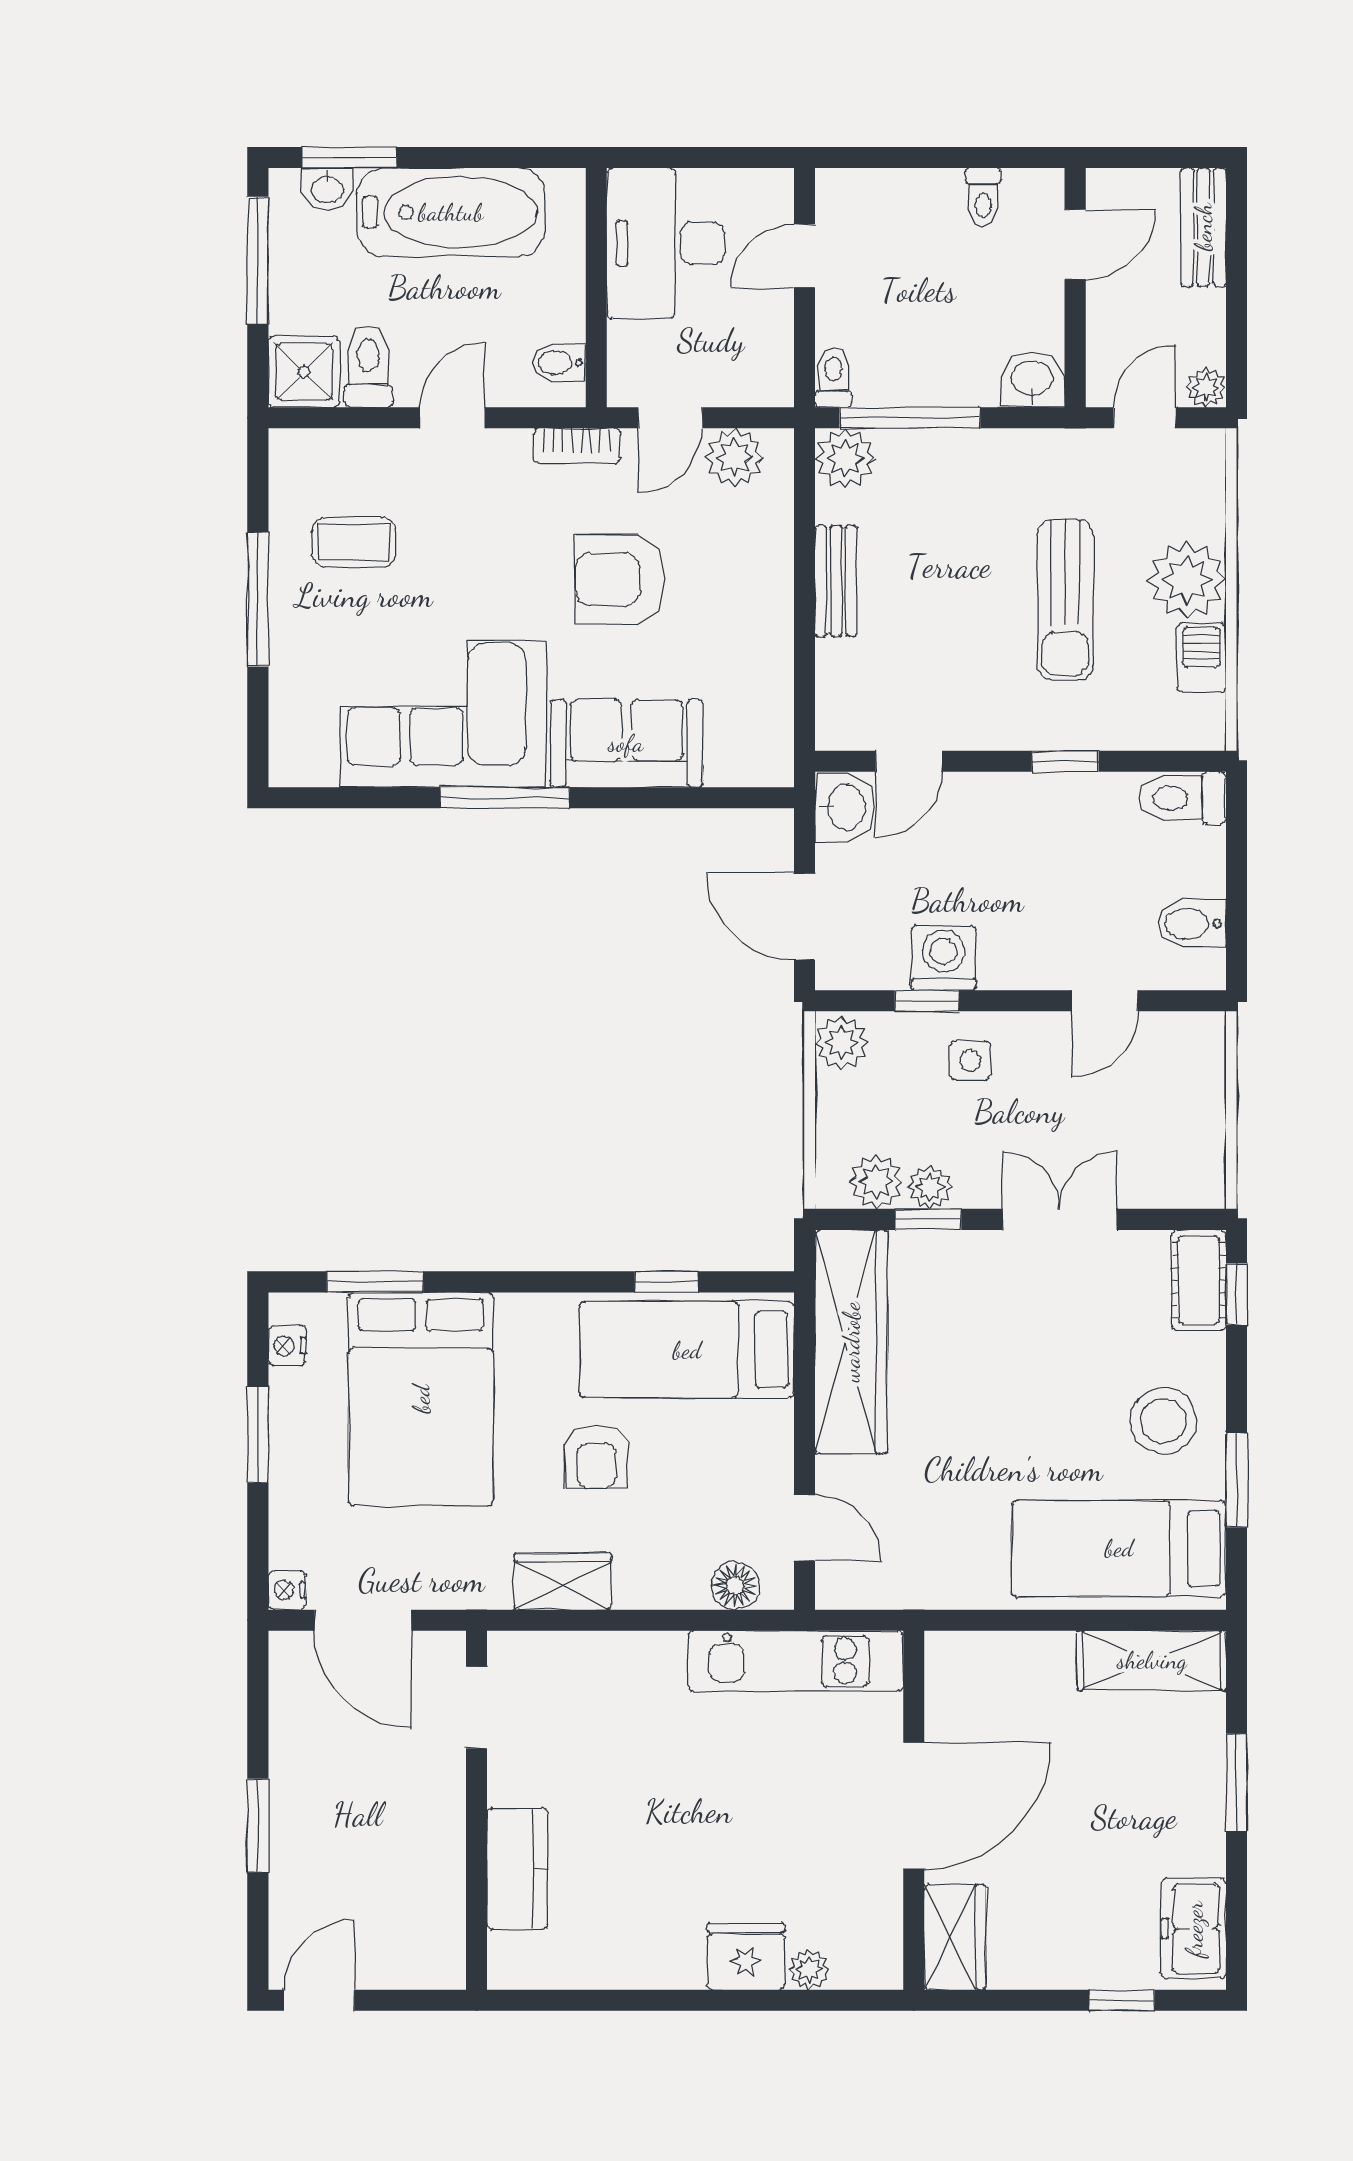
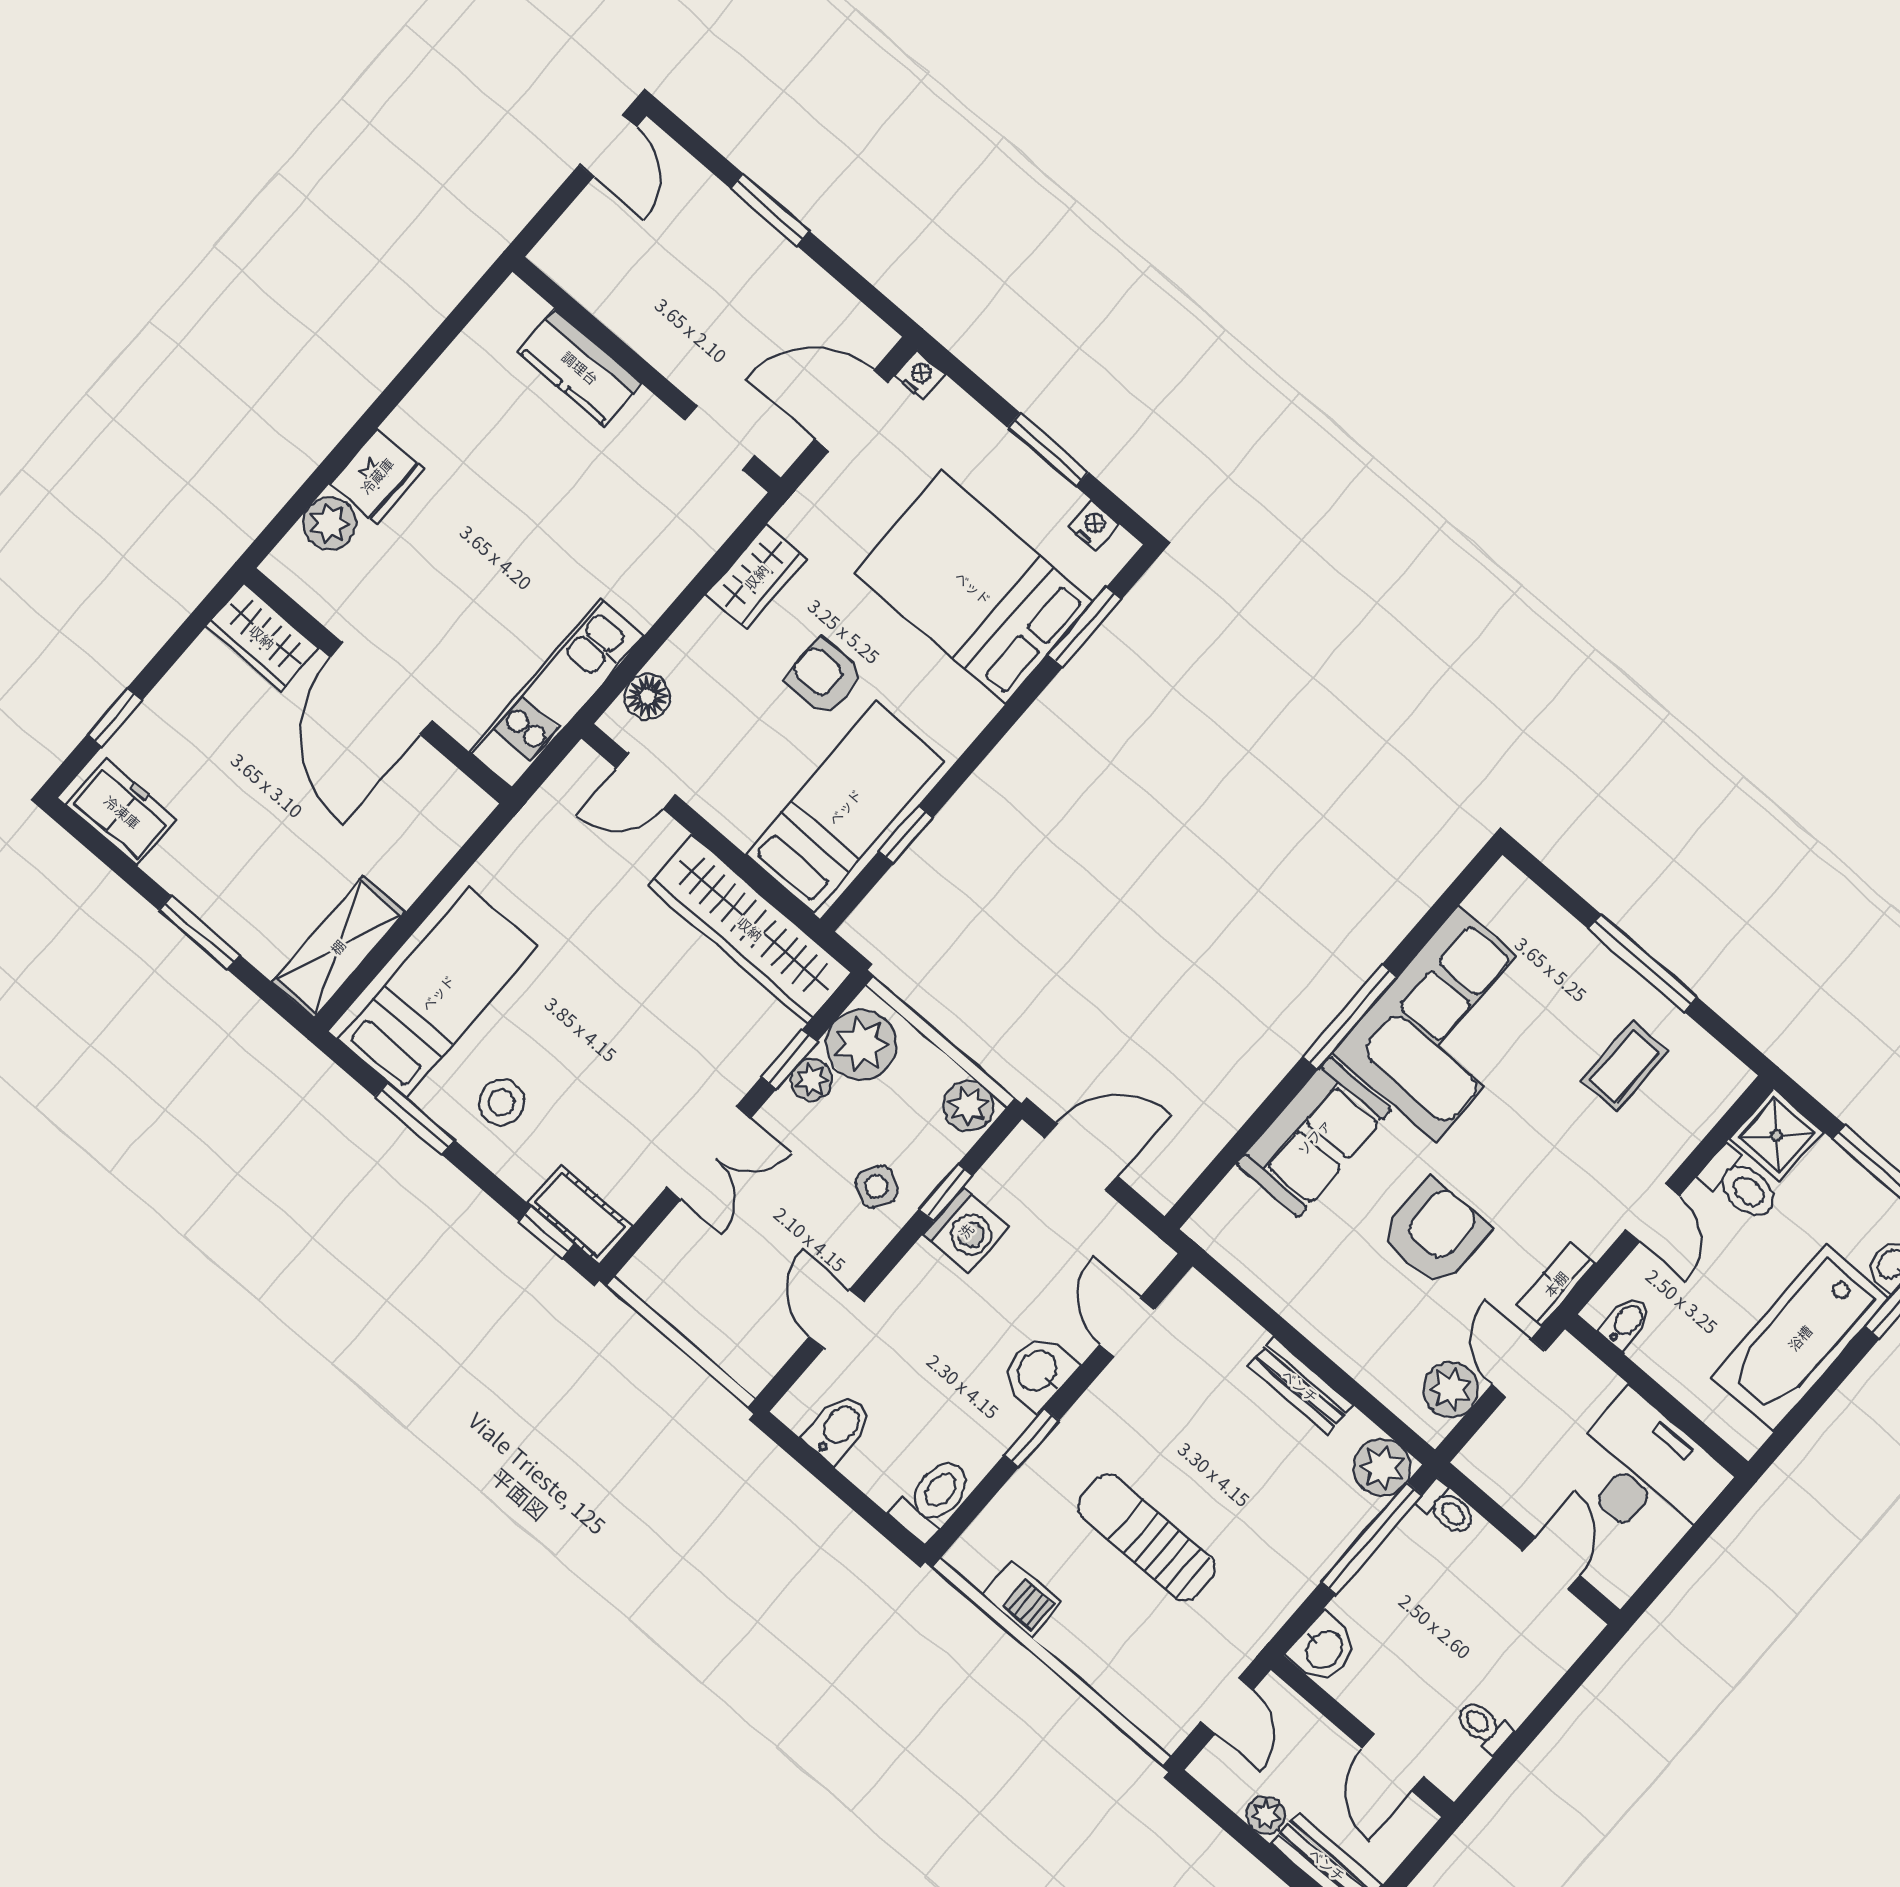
plant: (1206, 387) -> (1266, 1815), moved
plant: (1187, 580) -> (1085, 1636), removed
washbasin: (845, 807) -> (1038, 1372), moved, turned 90
side table: (970, 1061) -> (877, 1187), turned 30
plant: (876, 1182) -> (861, 1044), width x1.36, depth x1.36
stool: (1163, 1421) -> (502, 1103), width x0.73, depth x0.73
plant: (809, 1970) -> (330, 523), width x1.38, depth x1.38

